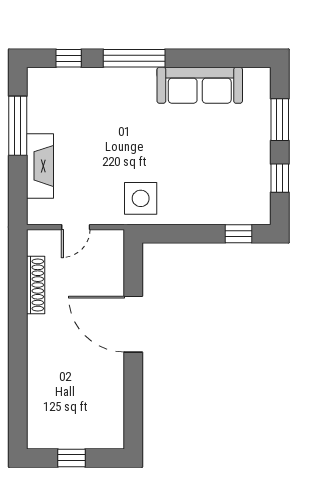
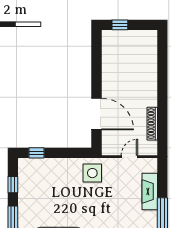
door: (133, 324) -> (96, 114), moved
window: (71, 458) -> (120, 25), moved

